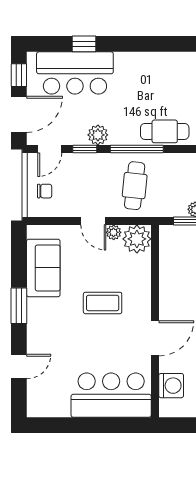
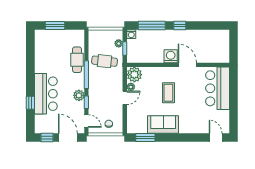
bar counter: (75, 73) -> (46, 94), moved
cafe table: (135, 186) -> (105, 61), moved
sofa: (43, 268) -> (163, 124), moved
window: (19, 306) -> (145, 137), moved
door: (19, 366) -> (216, 137), moved
washing machine: (171, 386) -> (171, 56), moved

